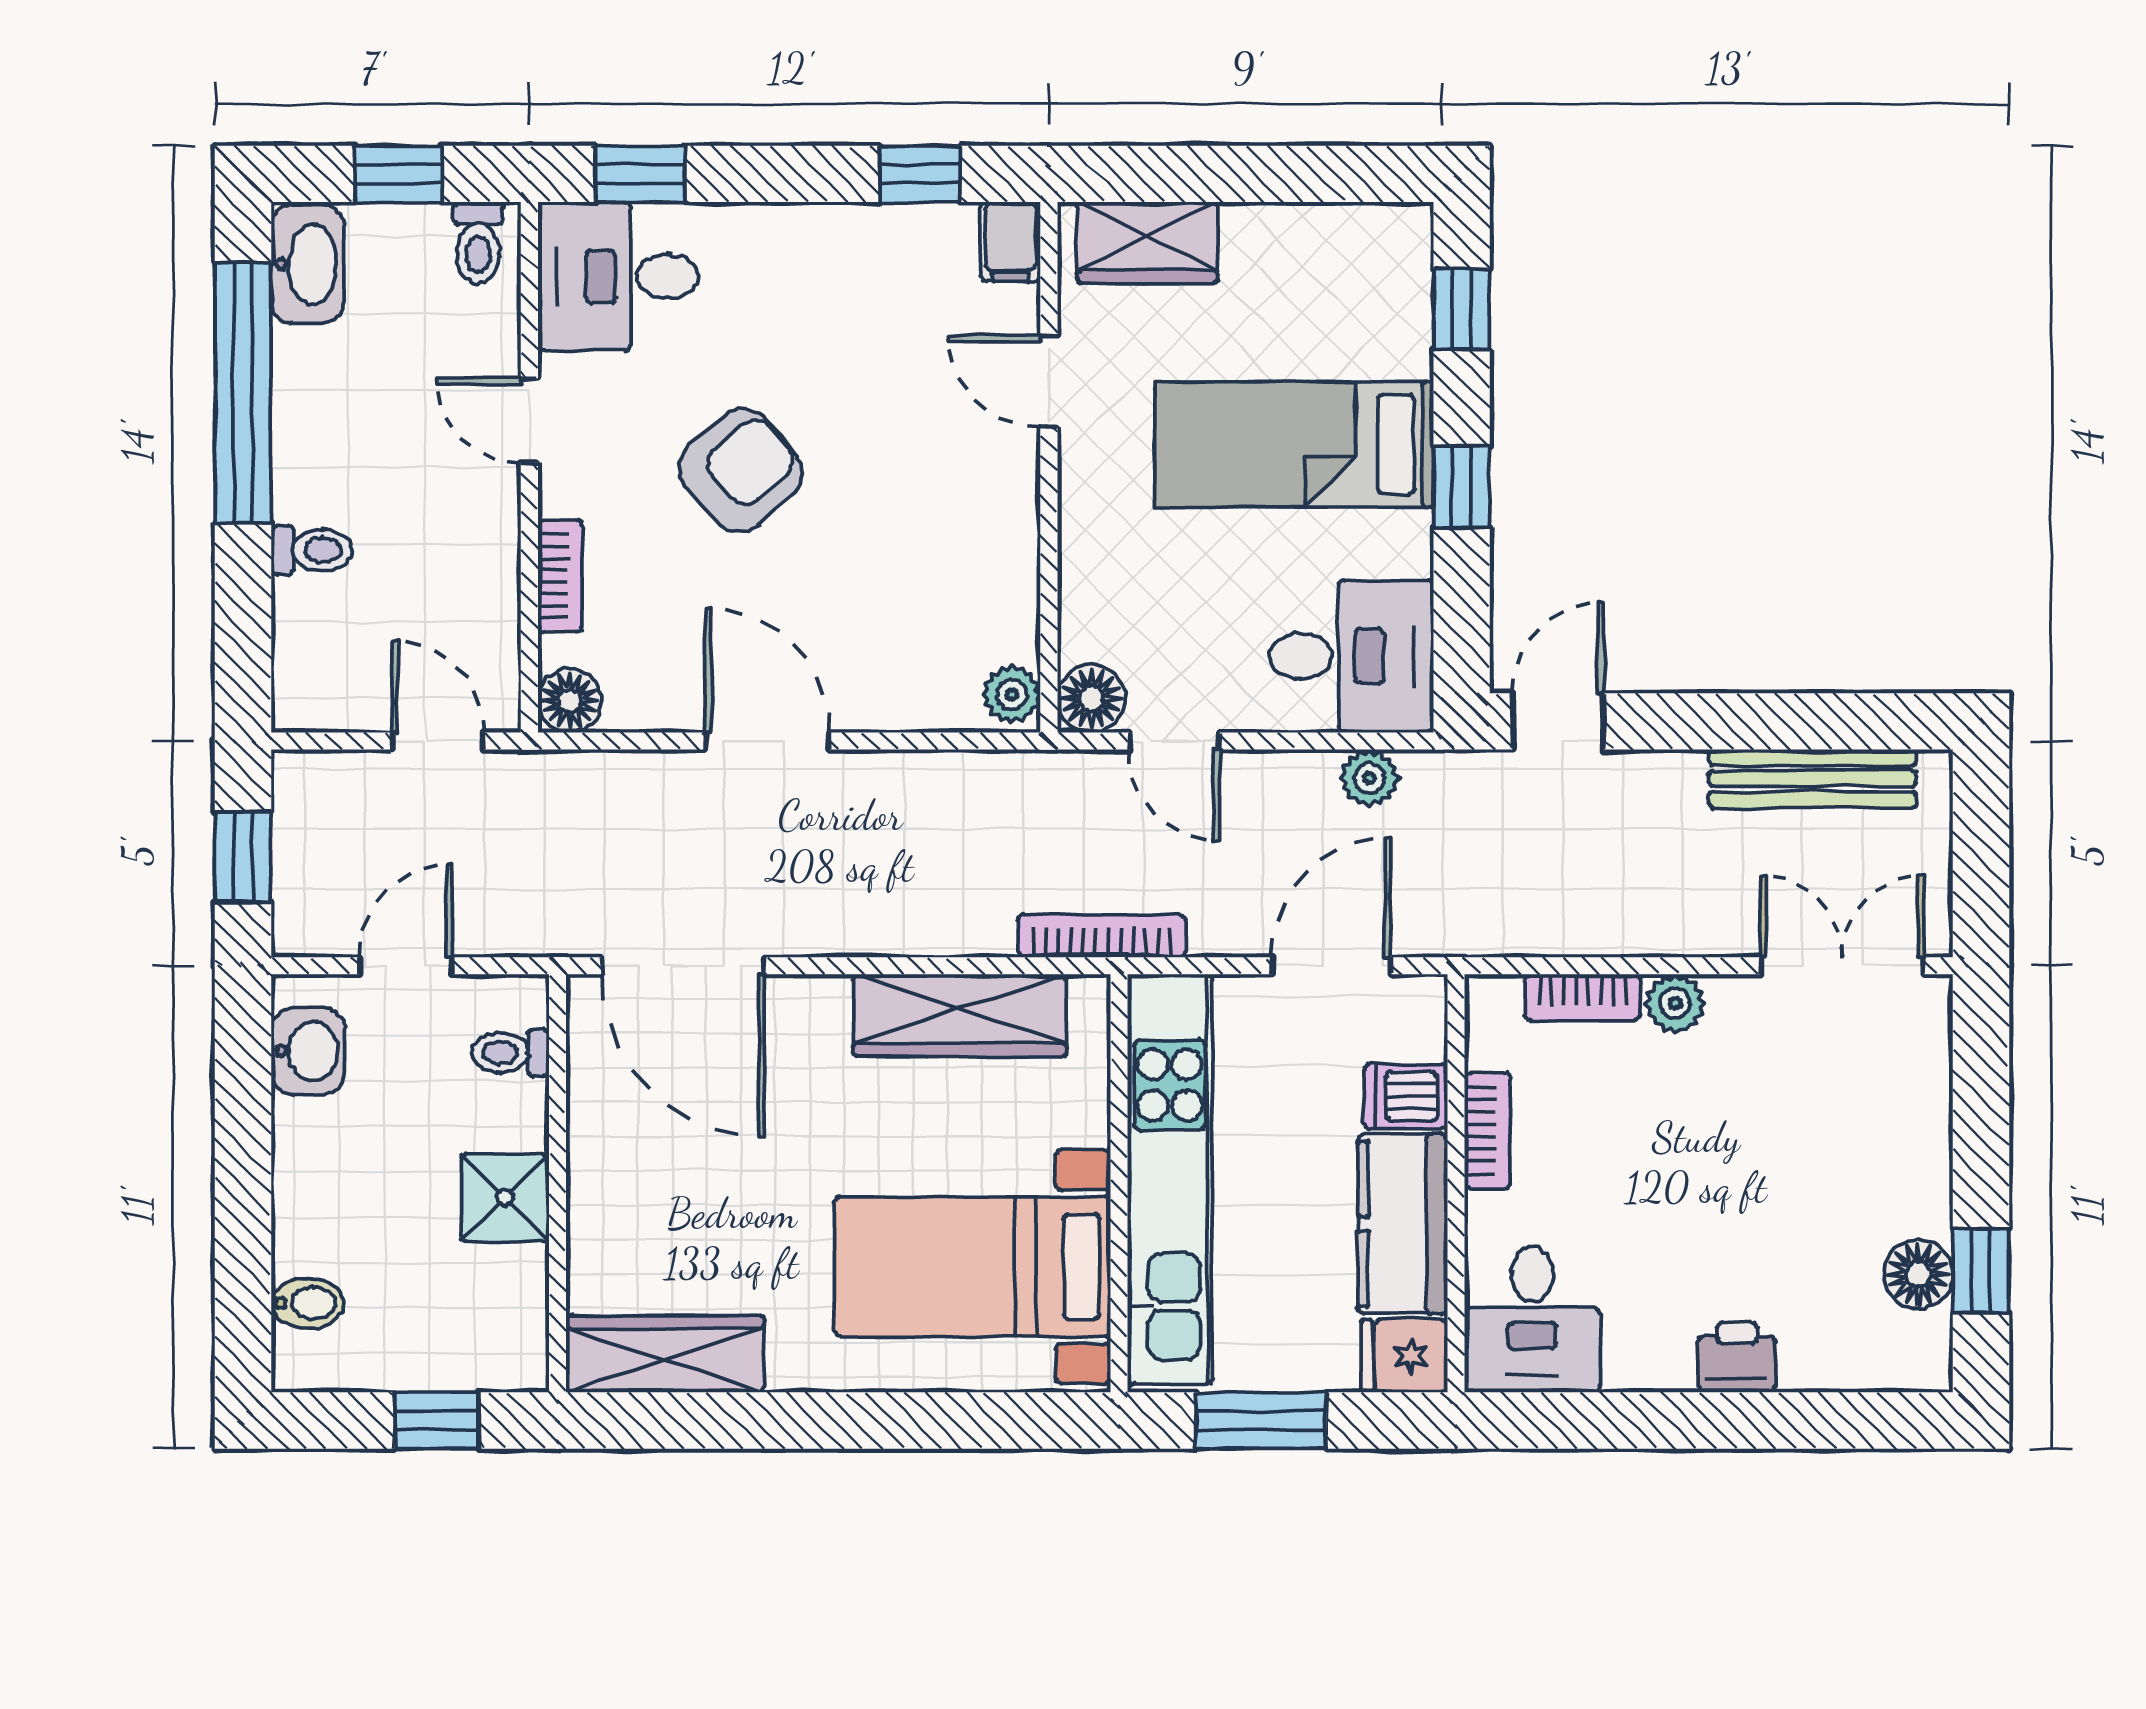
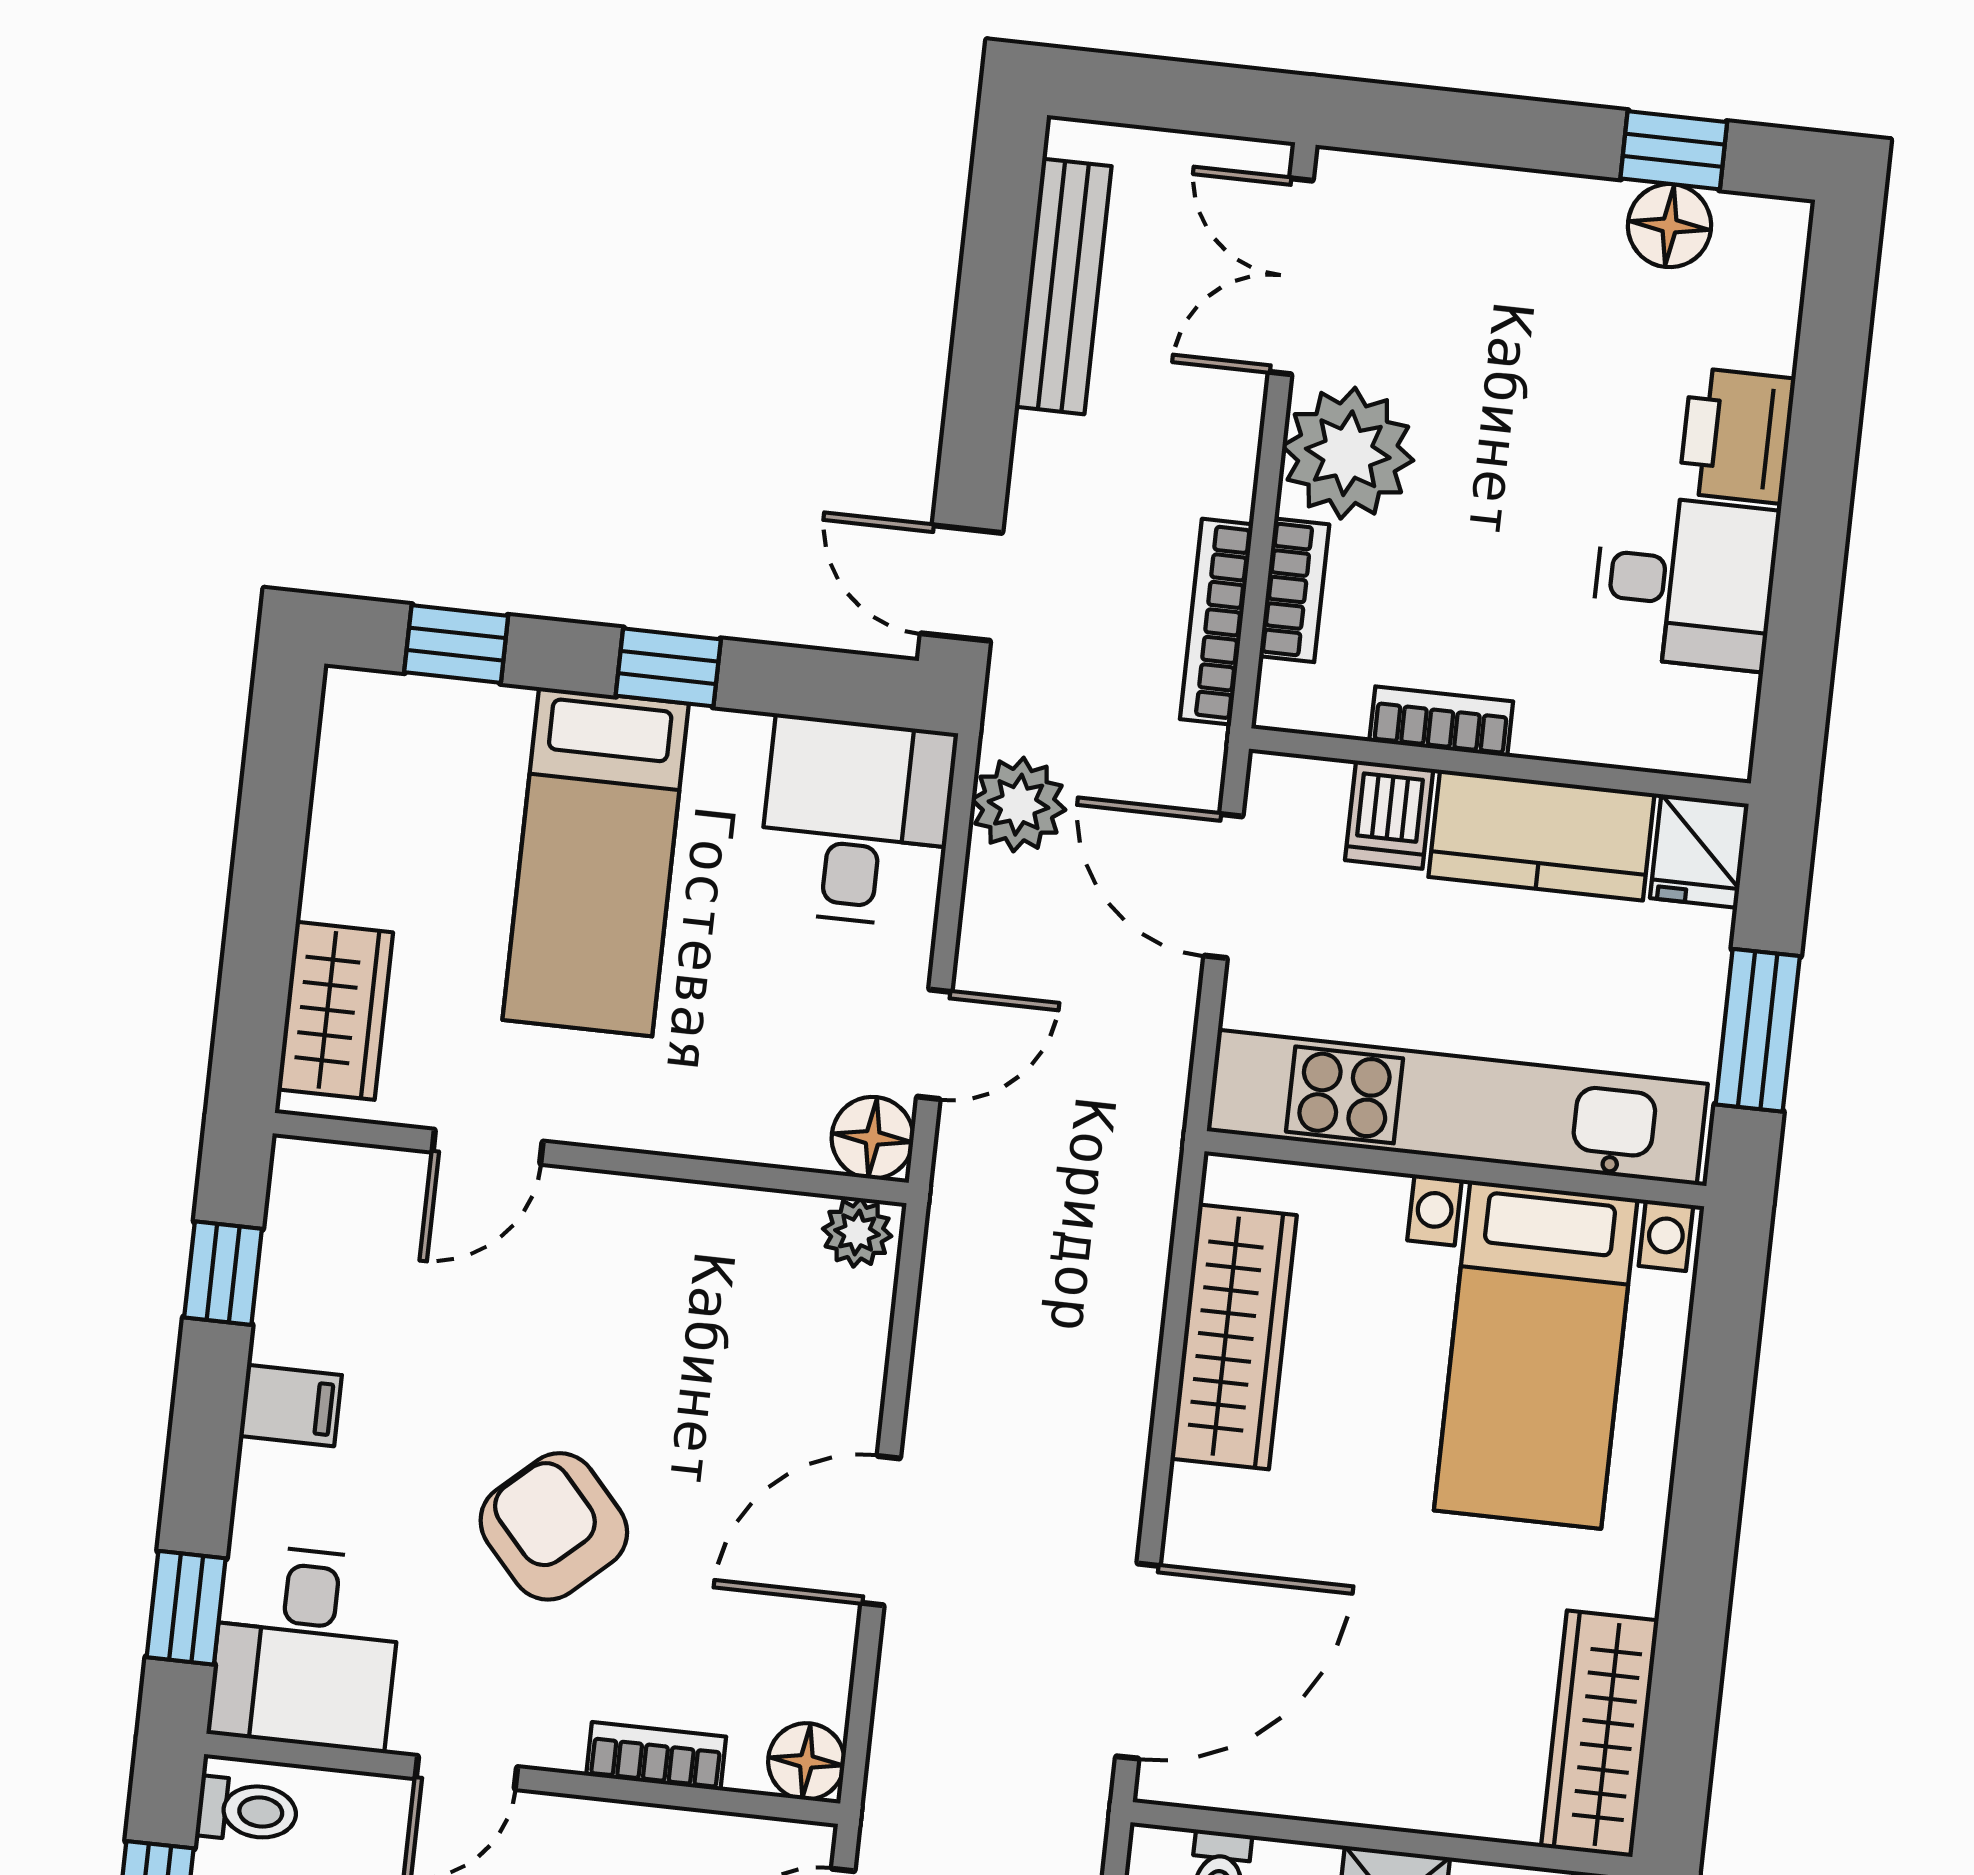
filing cabinet: (1011, 242) -> (291, 1405), moved
plant: (1369, 778) -> (1019, 805), width x1.38, depth x1.38
bookcase: (1102, 936) -> (1216, 622), moved
plant: (1675, 1003) -> (1348, 453), width x1.87, depth x1.87
desk: (1532, 1319) -> (1685, 582), moved
printer: (1737, 1357) -> (1737, 436), width x1.36, depth x1.24

